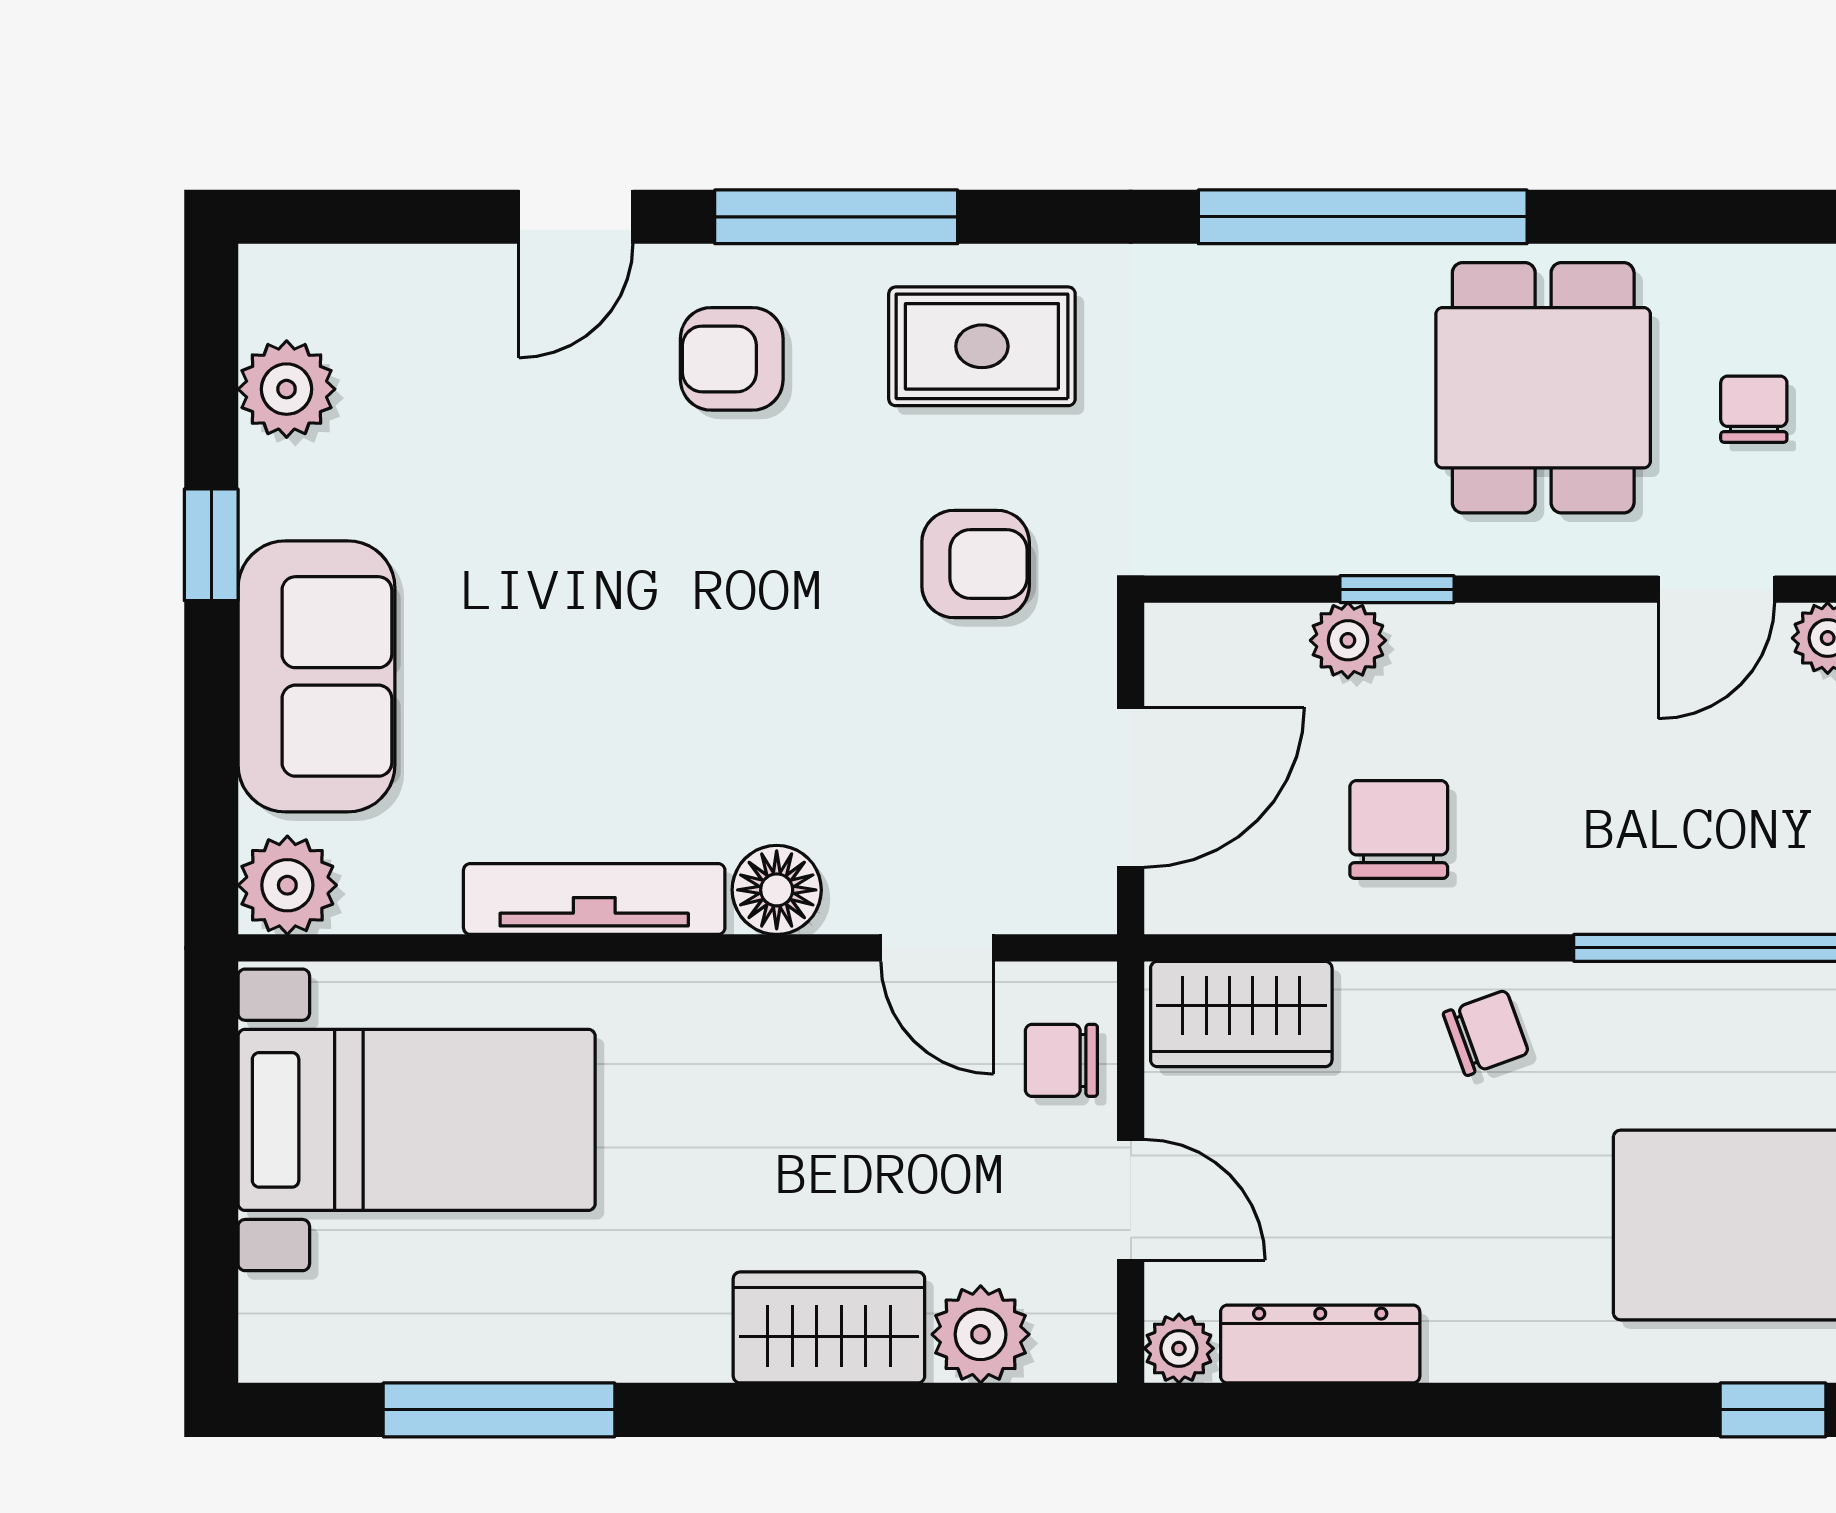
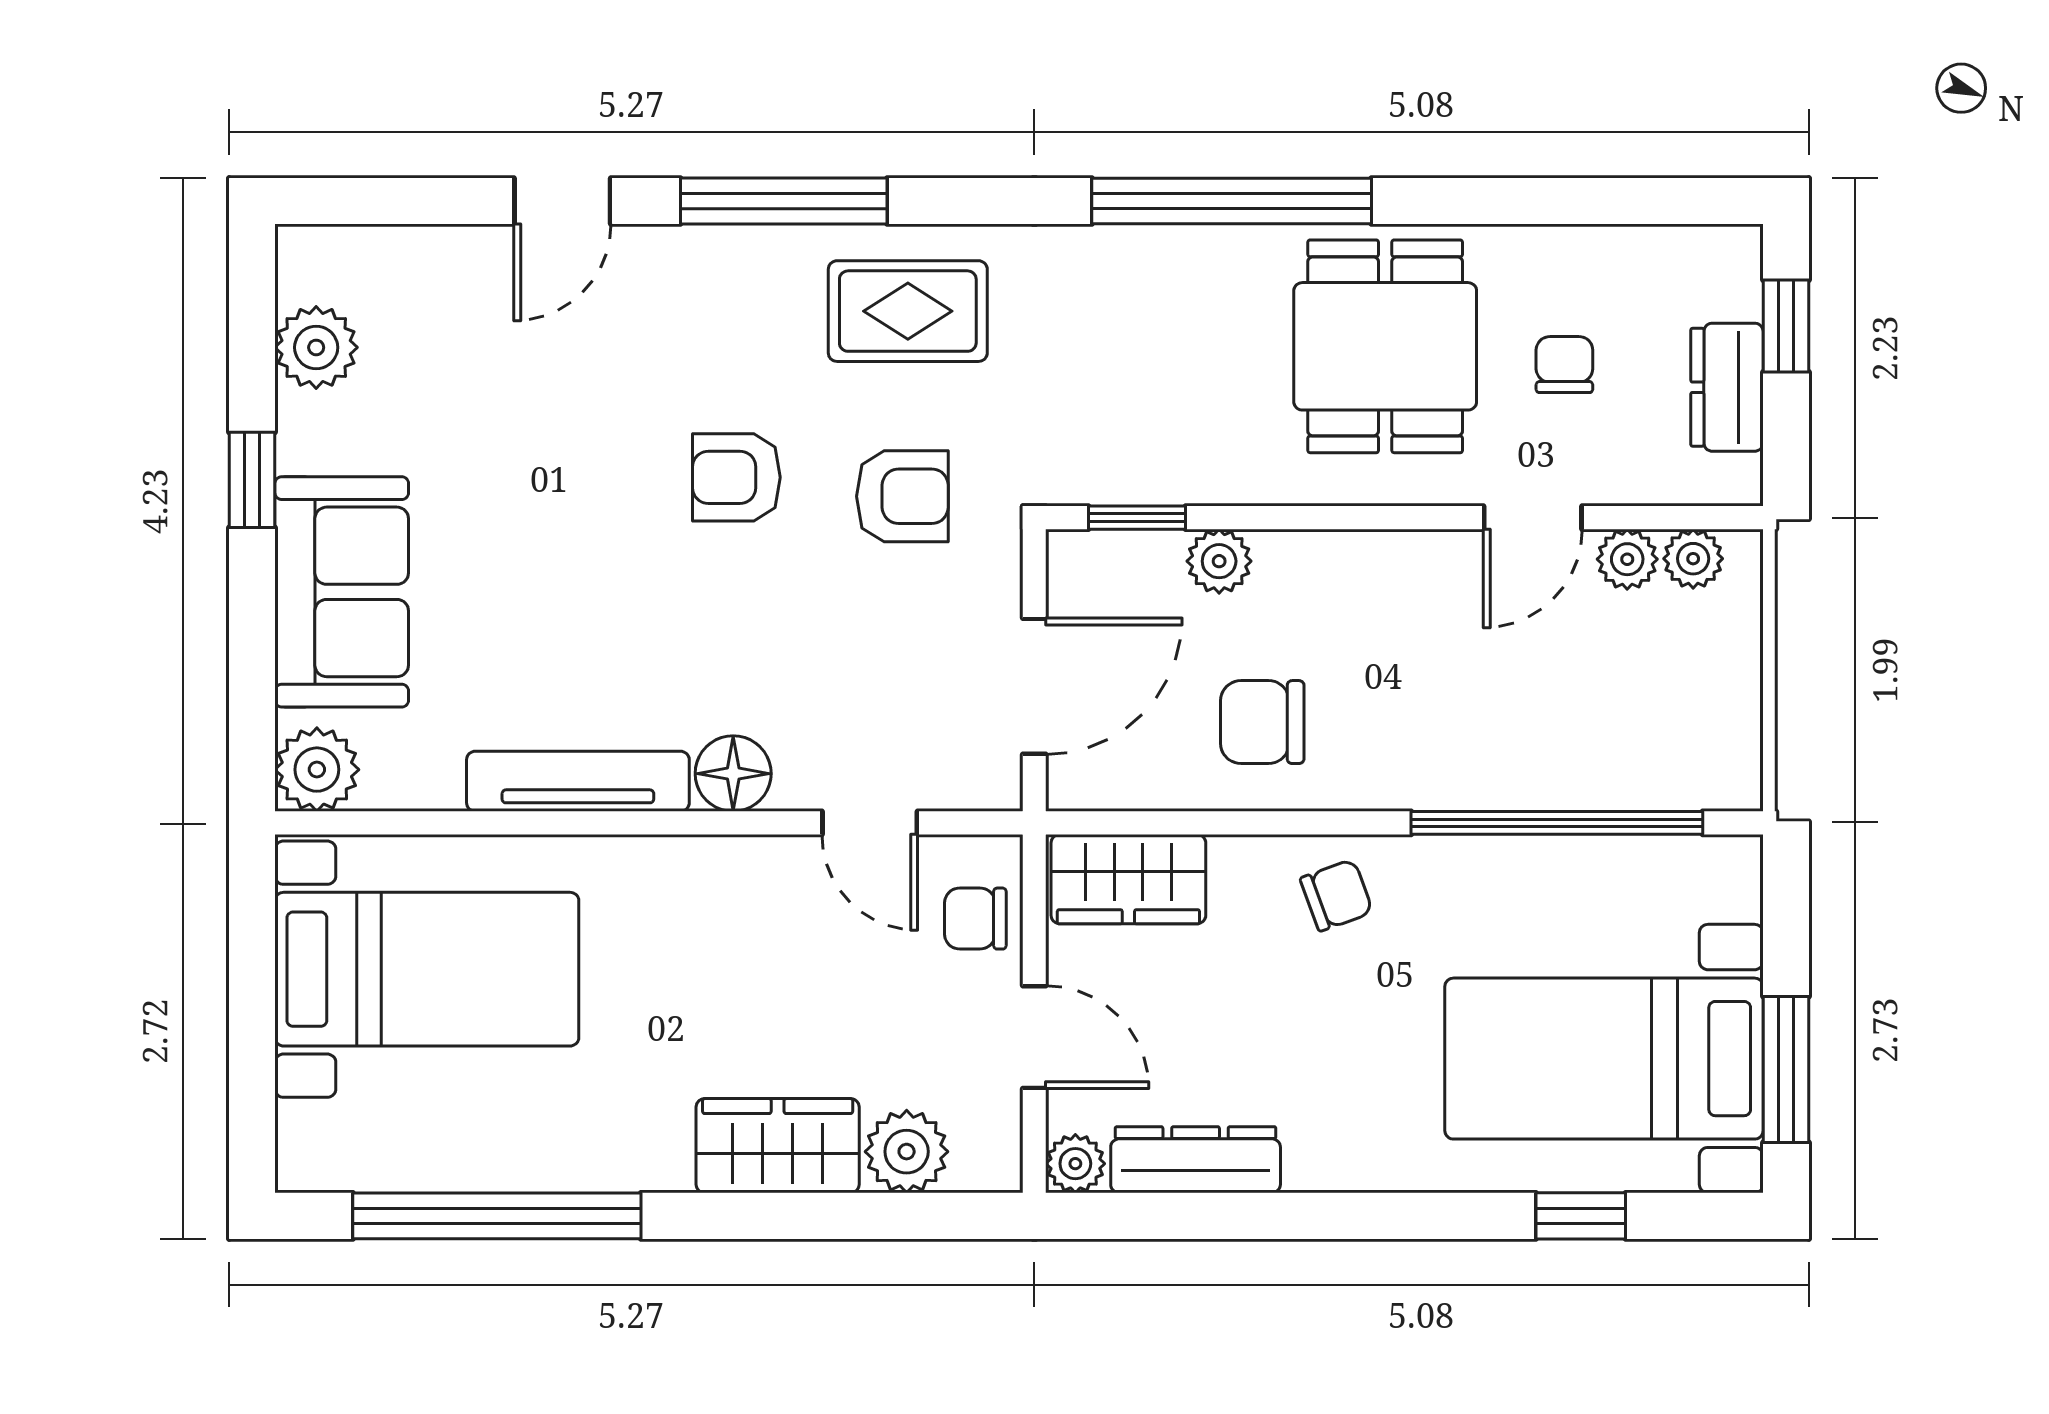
armchair: (732, 359) -> (736, 477), moved
window: (1397, 589) -> (1137, 518), moved
chair: (1399, 829) -> (1262, 722), turned -90
window: (499, 1410) -> (497, 1216), width x1.46

